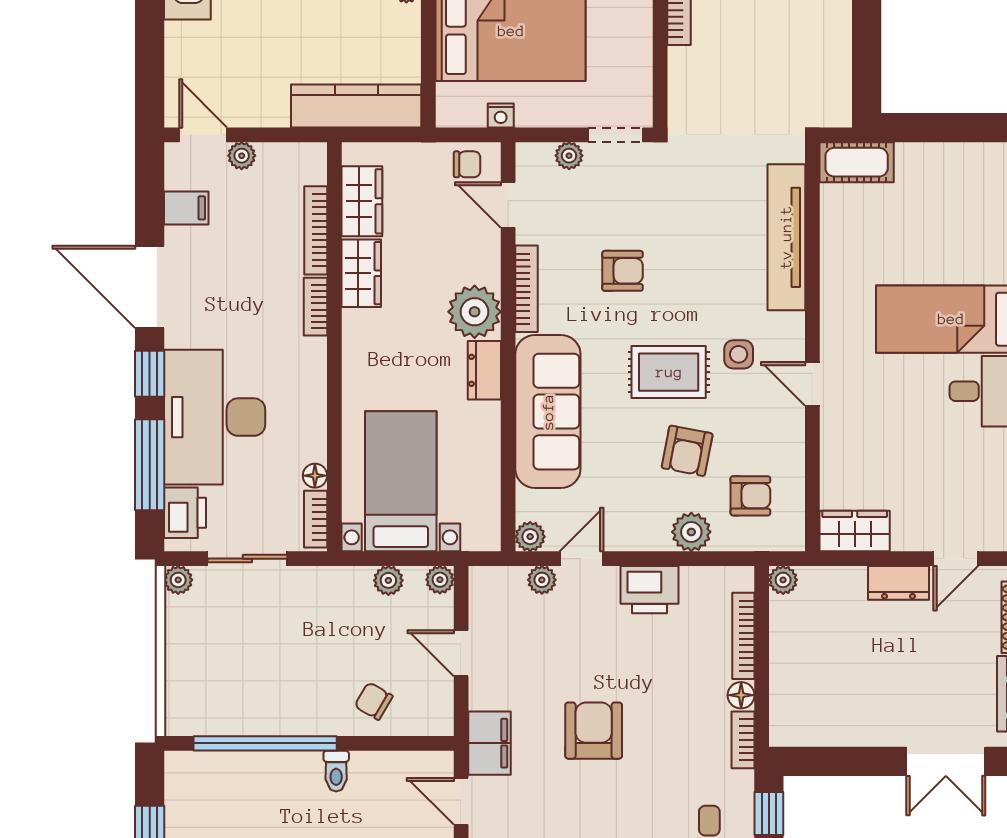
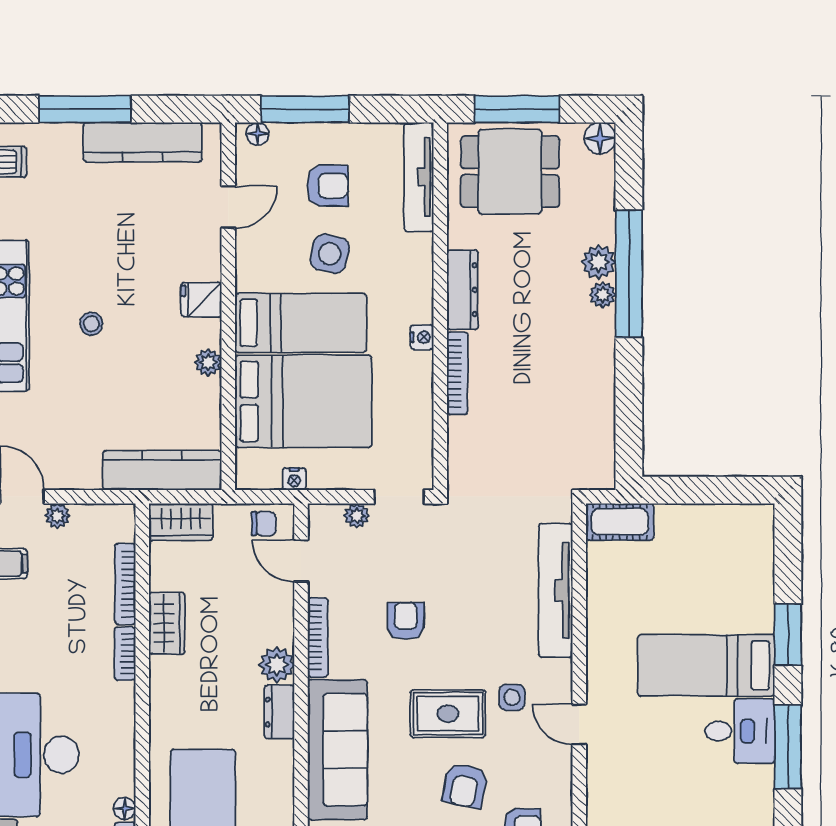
wardrobe: (362, 201) -> (181, 522), moved, turned 90
armchair: (623, 271) -> (406, 621), turned -90
plant: (475, 312) -> (277, 665), width x0.73, depth x0.73

